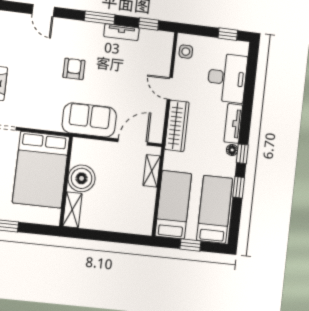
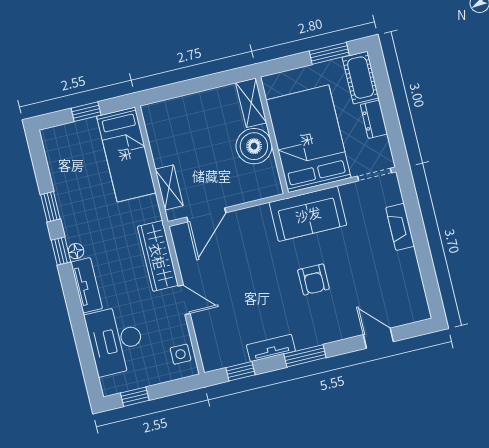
sofa: (89, 120) -> (308, 214), moved
bed: (215, 209) -> (71, 168), removed

